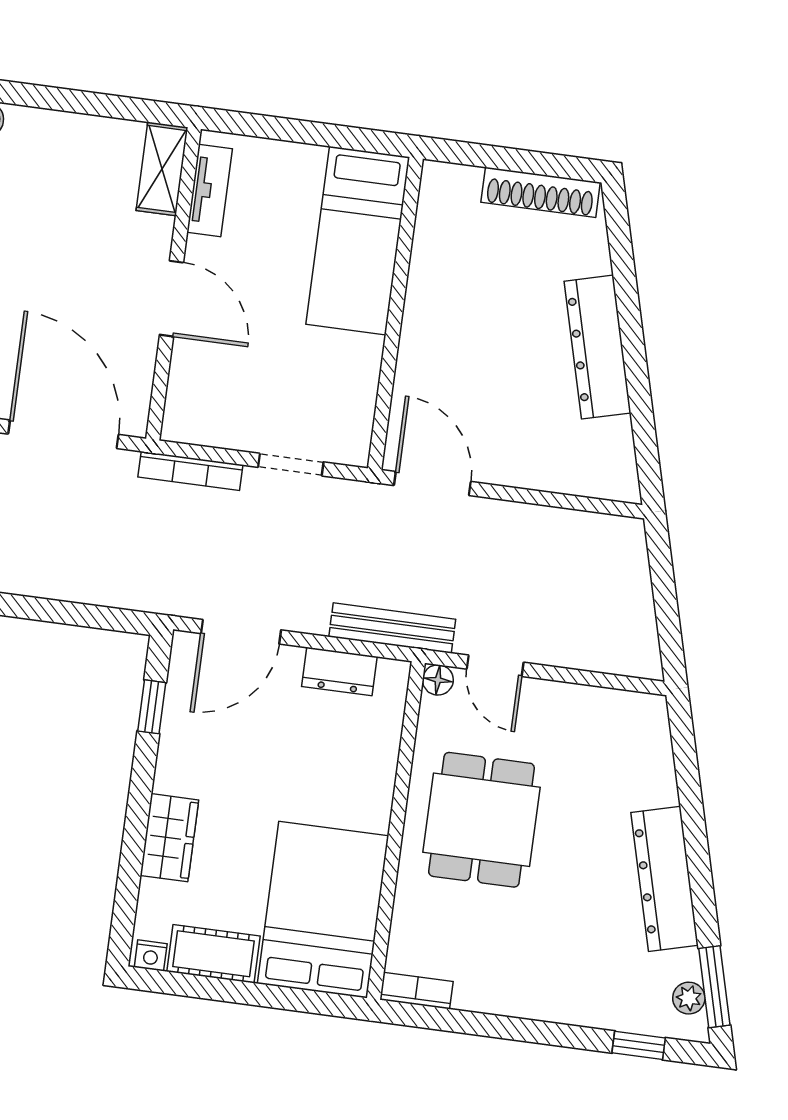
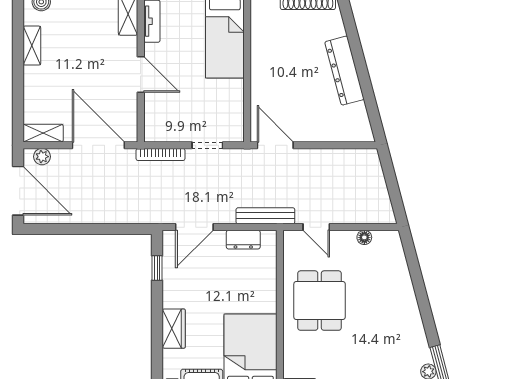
floor lamp: (438, 680) -> (364, 237), moved
dresser: (665, 879) -> (409, 317), removed

